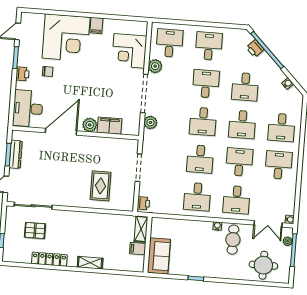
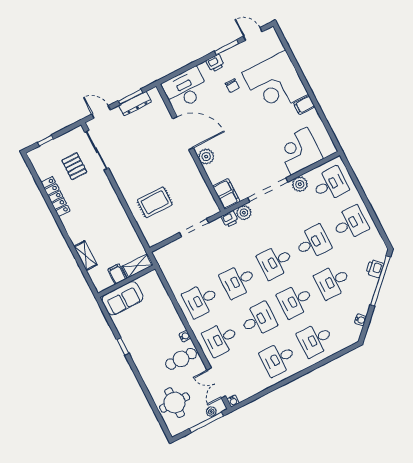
filing cabinet: (110, 126) -> (226, 194), moved
desk: (279, 165) -> (278, 359), turned 180
printer: (143, 203) -> (230, 219), moved
shelving: (90, 263) -> (85, 256), moved

